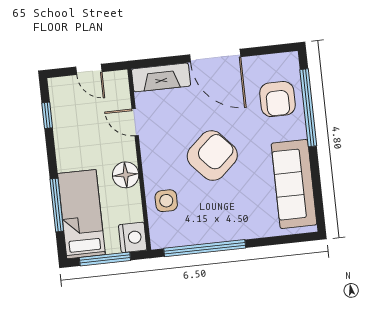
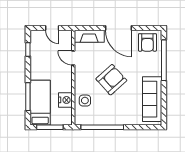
armchair: (277, 99) -> (147, 42), moved
floor lamp: (126, 175) -> (65, 85), removed
nightstand: (133, 237) -> (65, 100), moved

